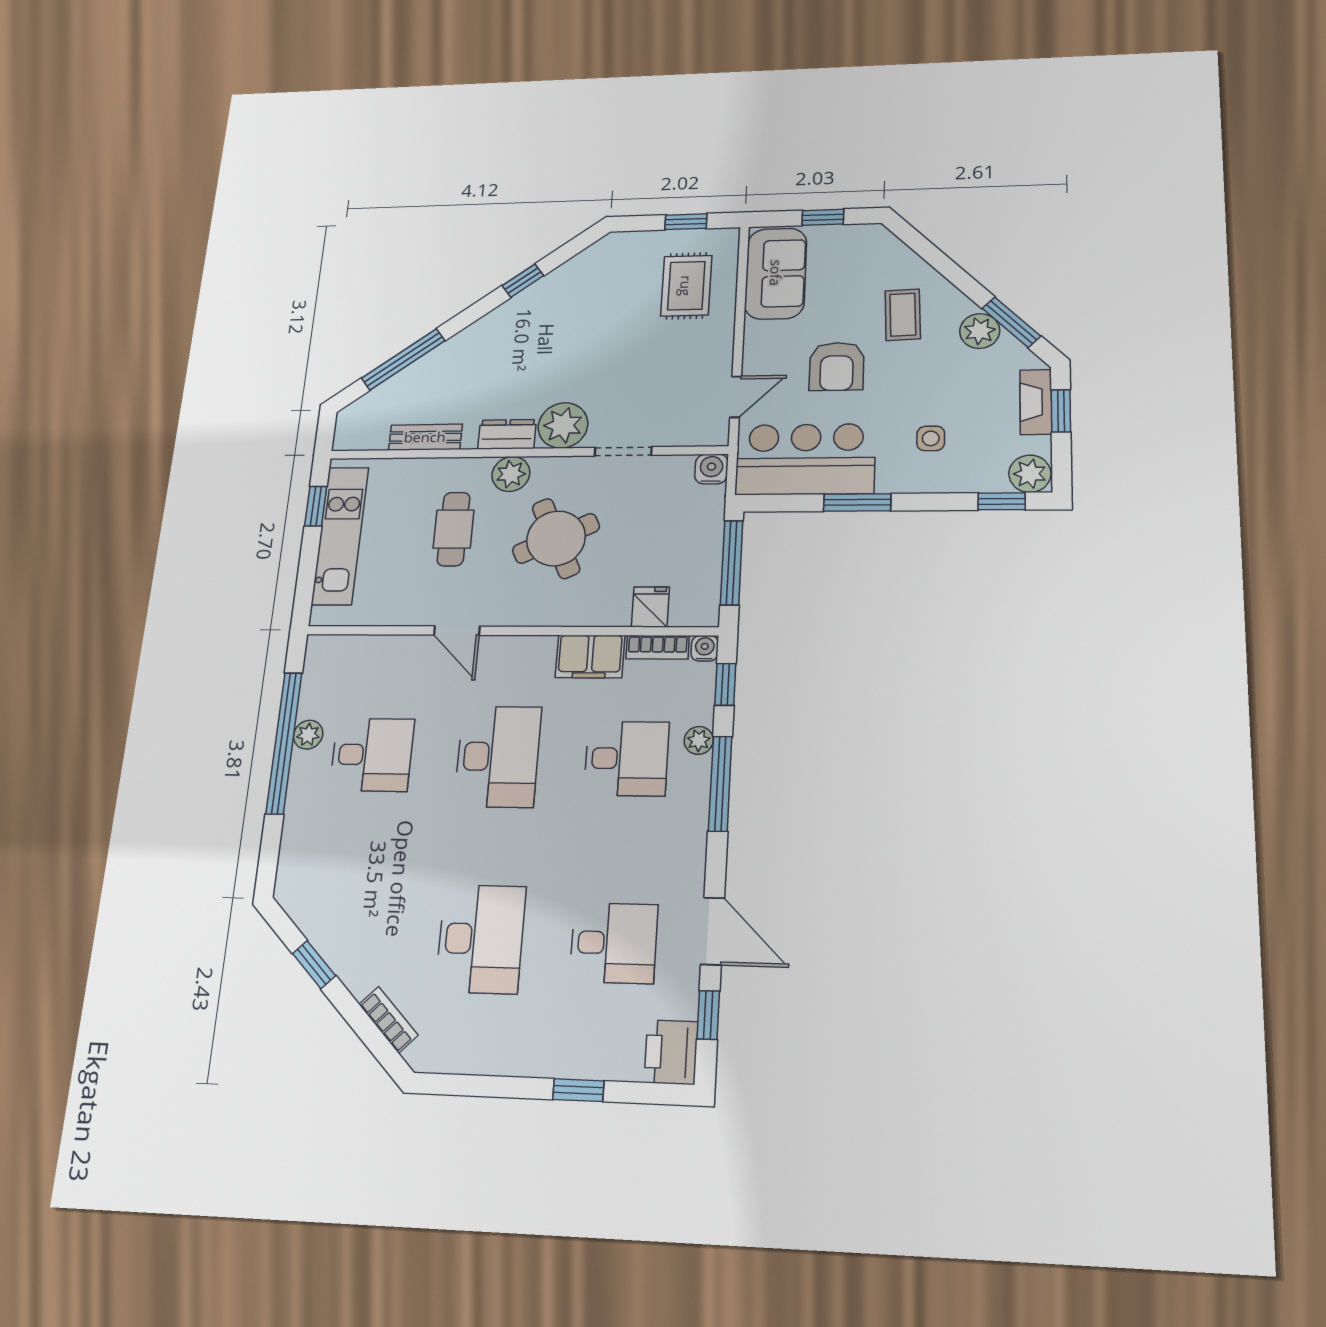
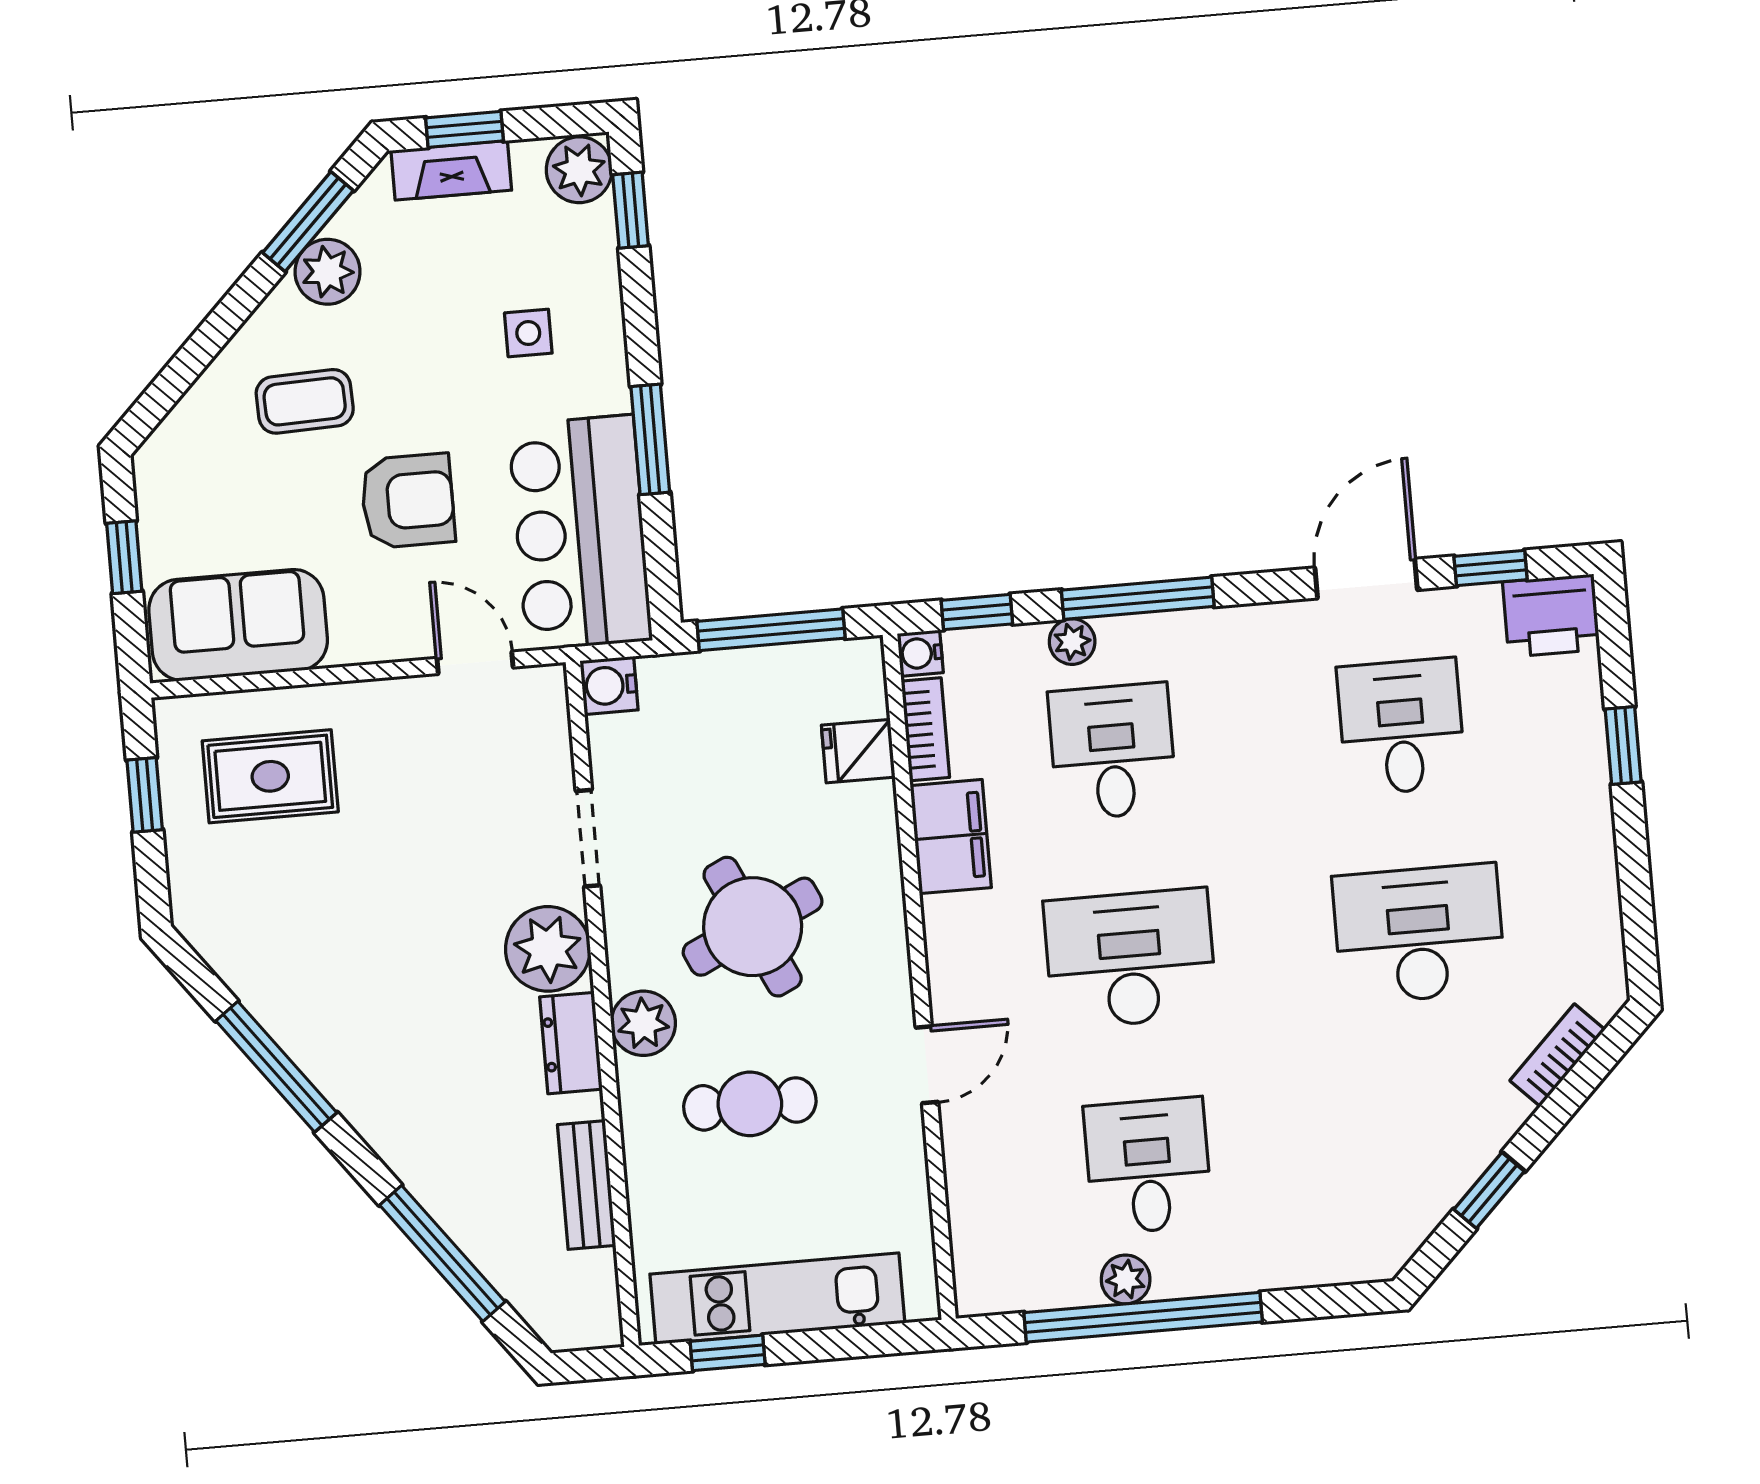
window: (523, 281) -> (276, 1067), width x2.17

